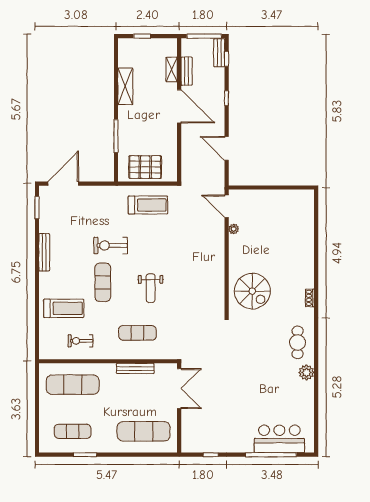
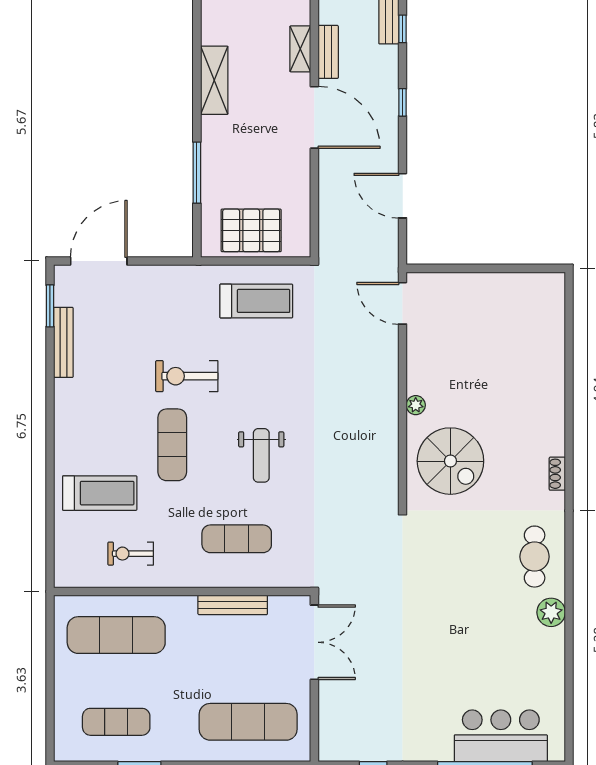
plant: (234, 229) -> (416, 405), moved
bench: (44, 252) -> (63, 342), moved

